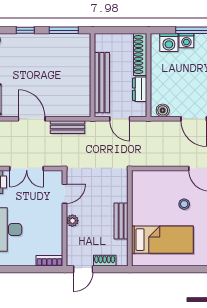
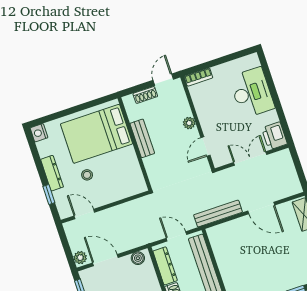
dresser: (140, 89) -> (165, 266), width x1.44
bench: (67, 127) -> (218, 213), width x1.36
bed: (162, 240) -> (97, 134), width x1.50

